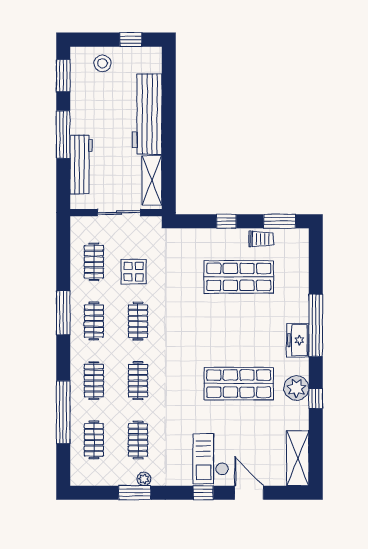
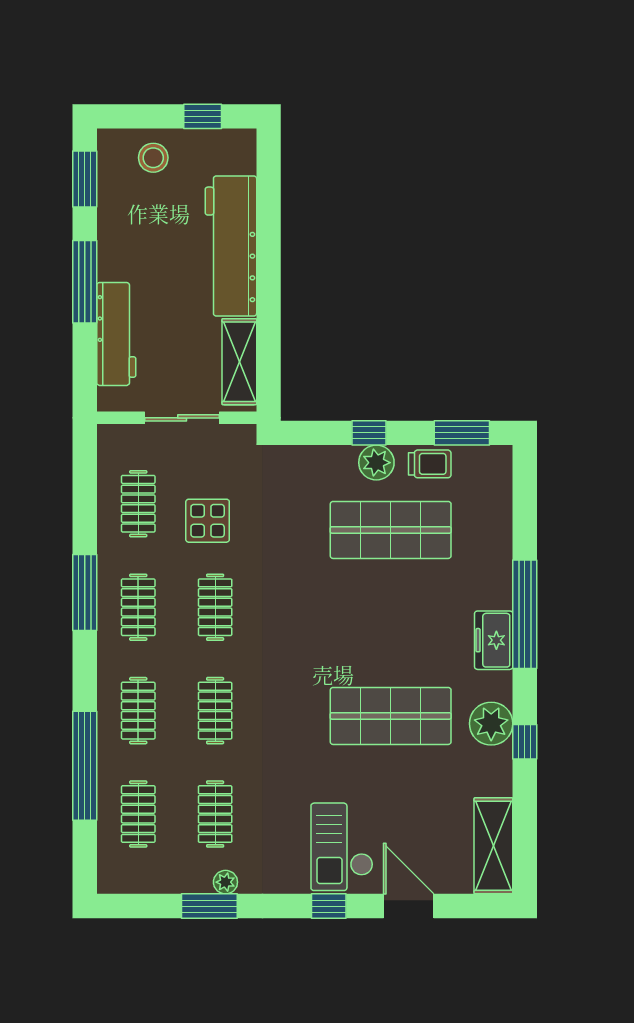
plant: (231, 238) -> (376, 463), added

